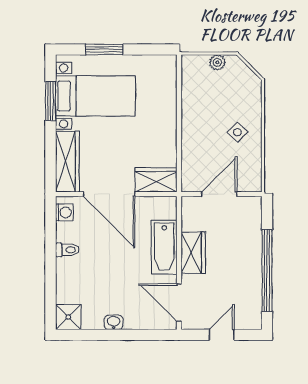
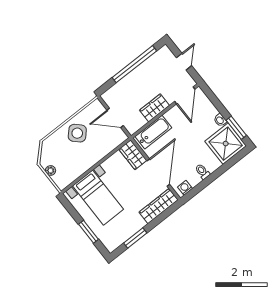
bed with nightstands: (95, 96) -> (98, 198), moved, turned 180
side table: (237, 132) -> (77, 133), width x1.87, depth x1.87
bathtub: (164, 247) -> (153, 132), moved
shower: (68, 317) -> (226, 144), width x1.86, depth x1.86
window: (88, 335) -> (236, 128), added
door: (222, 335) -> (184, 62), swing flipped

